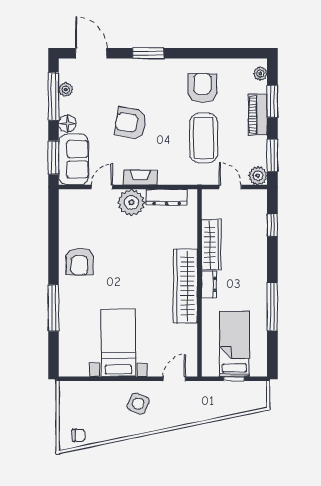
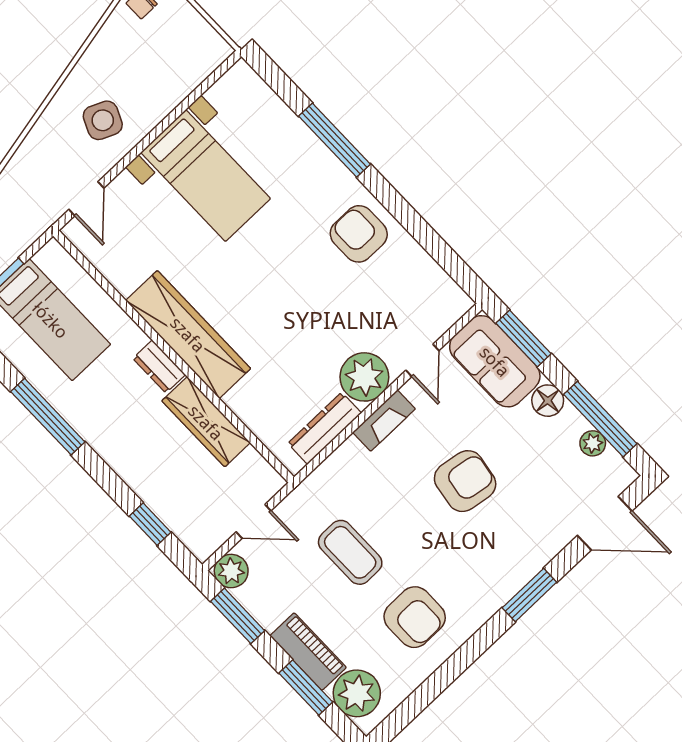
plant: (260, 73) -> (357, 693), width x1.87, depth x1.87
coffee table: (203, 138) -> (350, 552), width x0.73, depth x0.76

